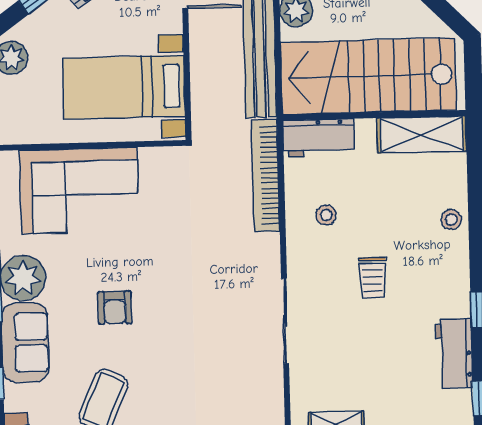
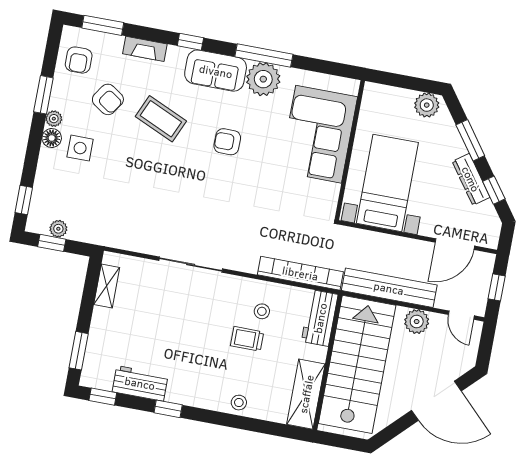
trolley: (372, 278) -> (247, 339), moved

